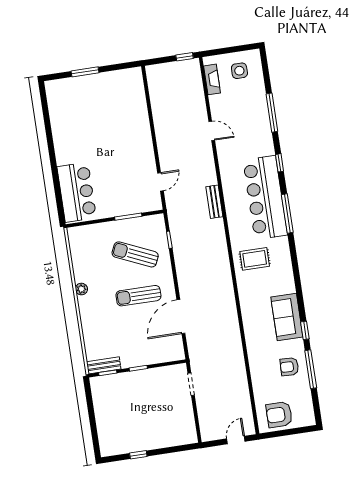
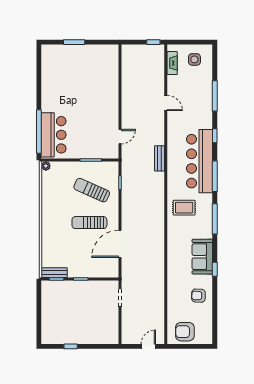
window: (58, 191) -> (39, 132), added
plant: (81, 289) -> (46, 166), moved
window: (311, 369) -> (215, 219), moved

